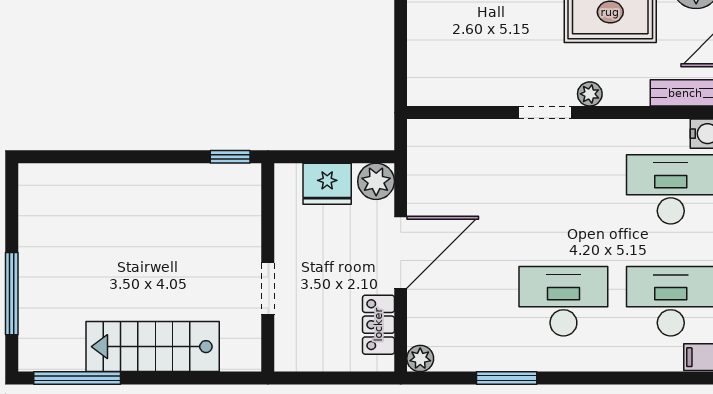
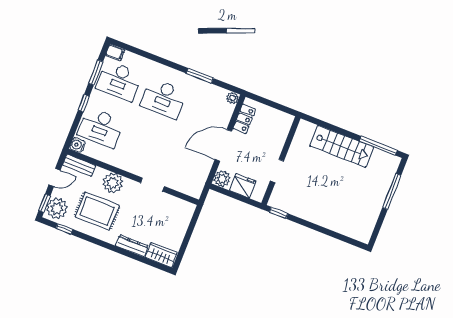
plant: (590, 94) -> (113, 183), width x1.88, depth x1.88
doorway: (545, 112) -> (152, 185), moved
doorway: (268, 289) -> (277, 171), moved

